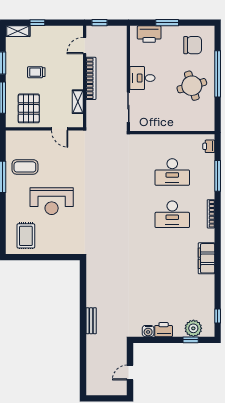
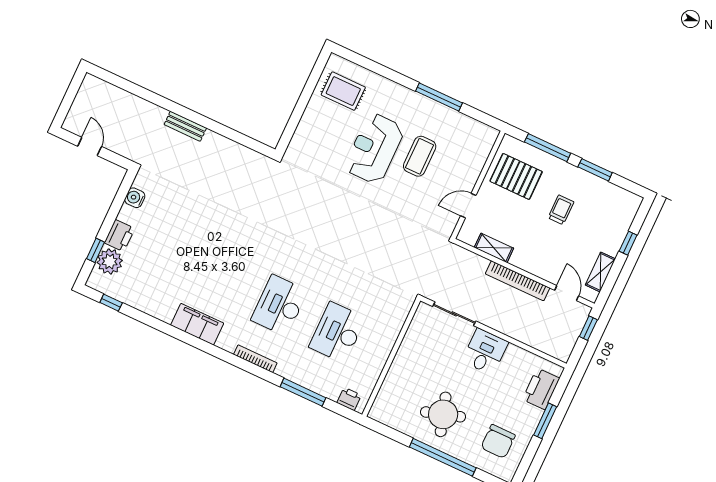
shelving: (18, 31) -> (600, 272), moved
coffee table: (25, 167) -> (420, 156), moved
printer: (164, 330) -> (119, 236), moved

